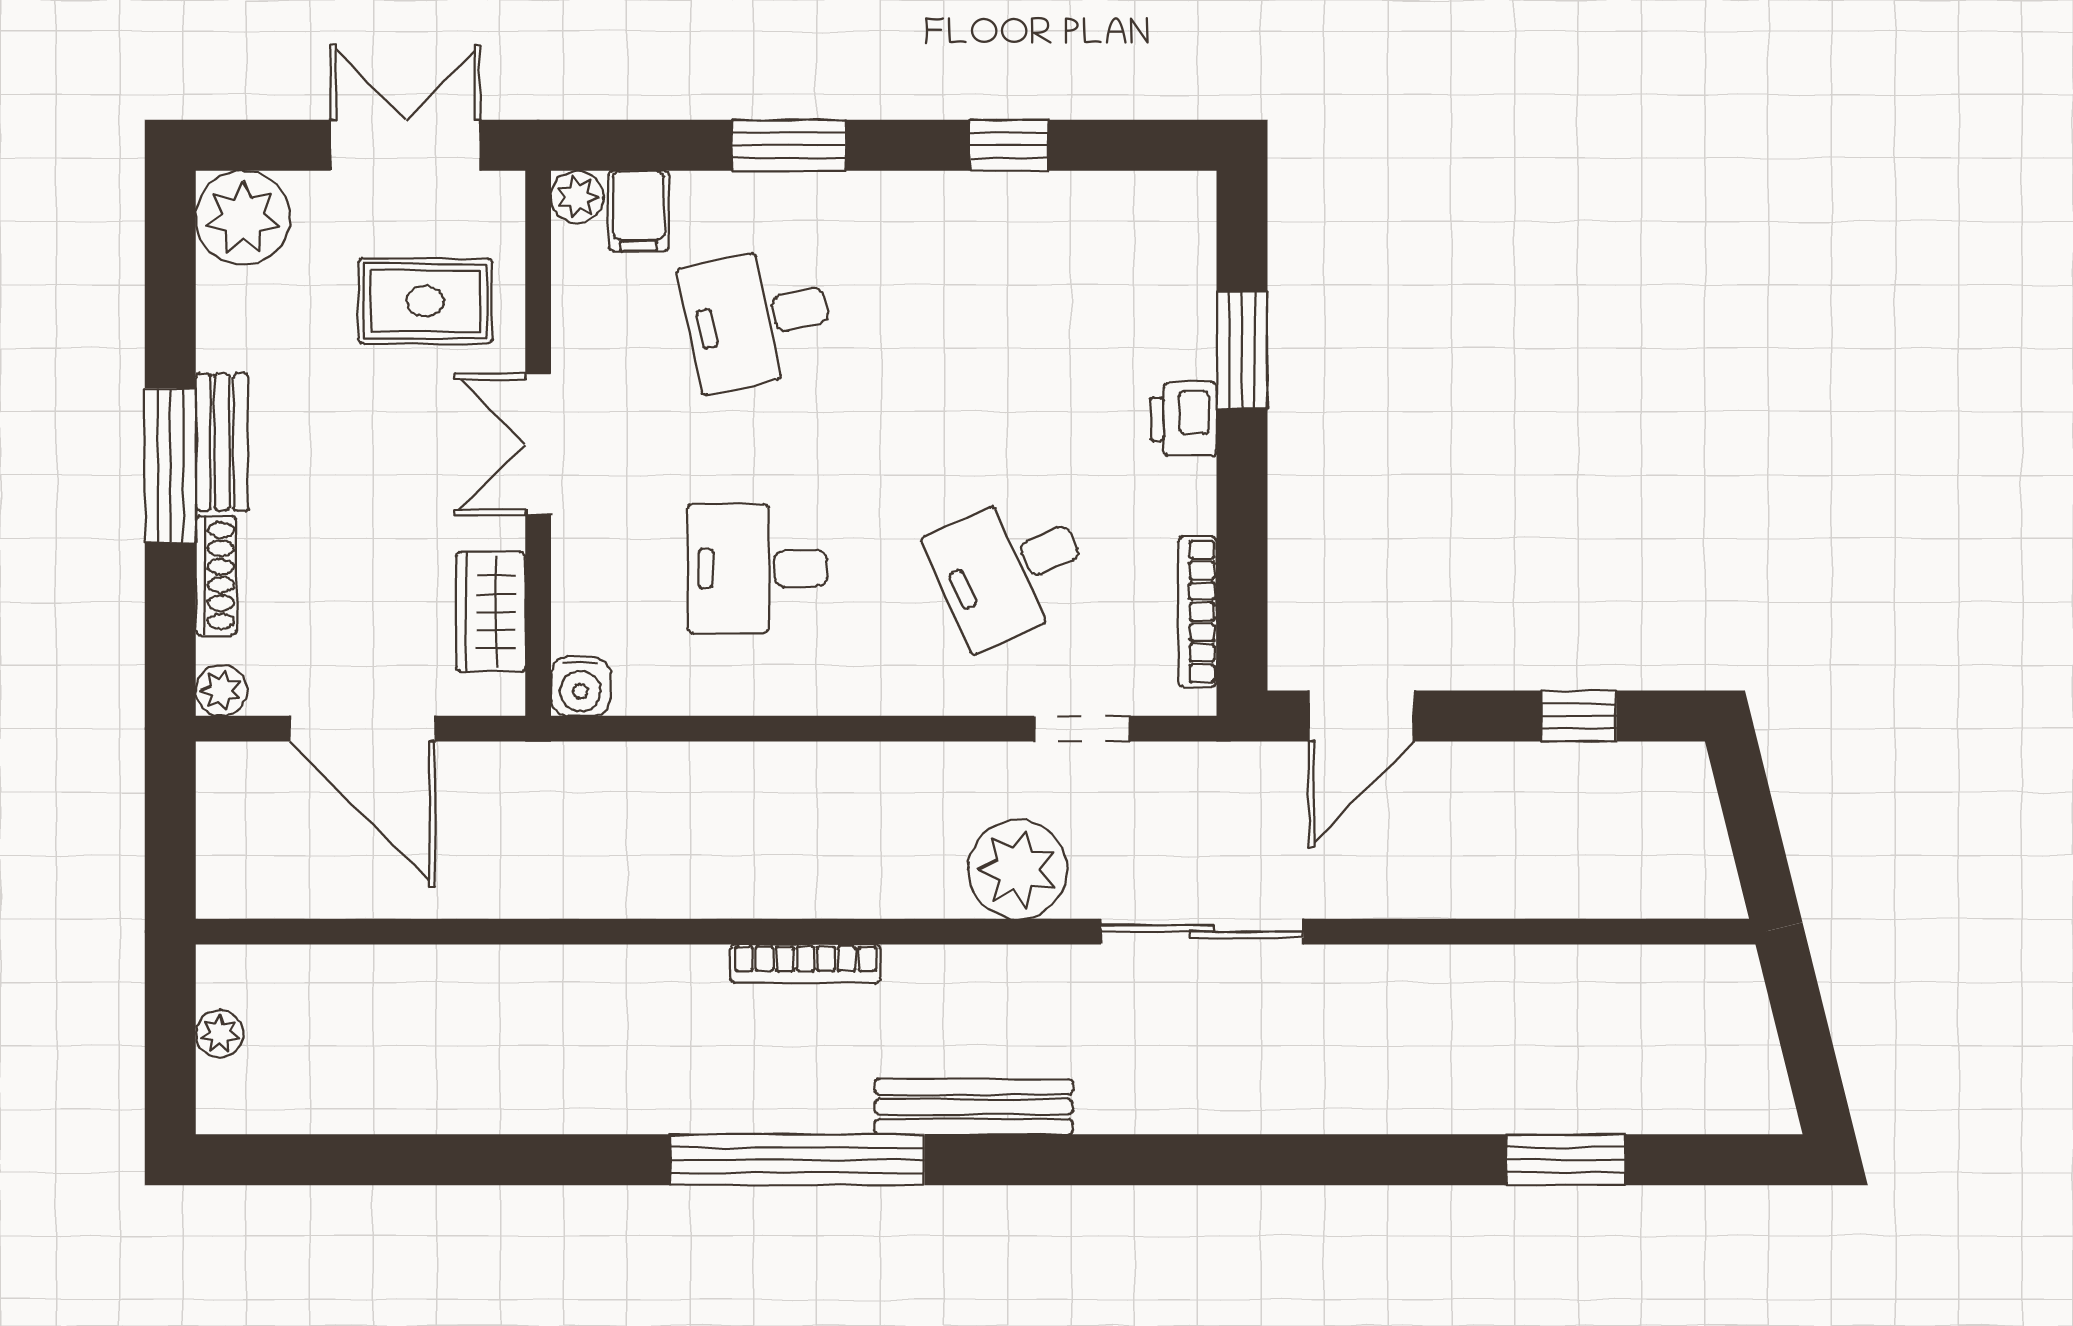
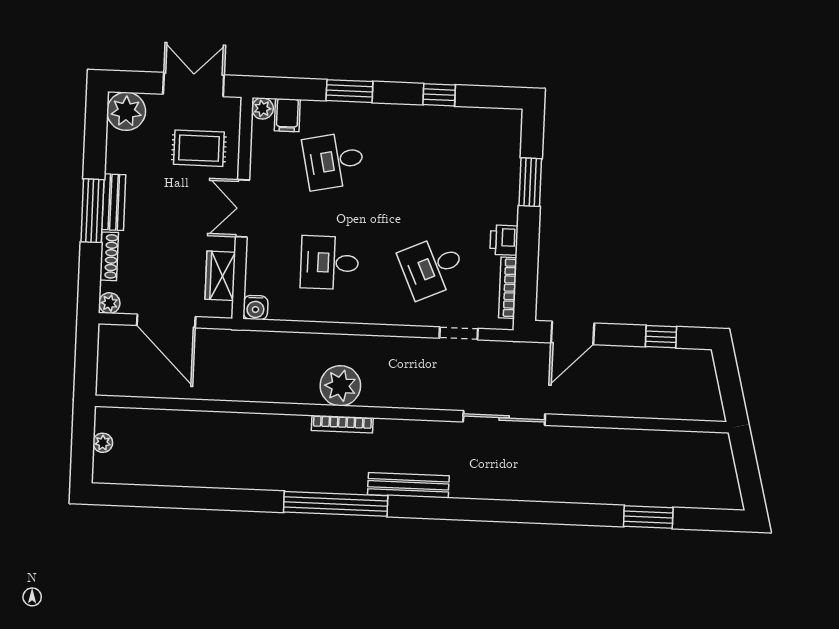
printer: (1183, 419) -> (504, 240), moved
plant: (1018, 869) -> (340, 386), moved

